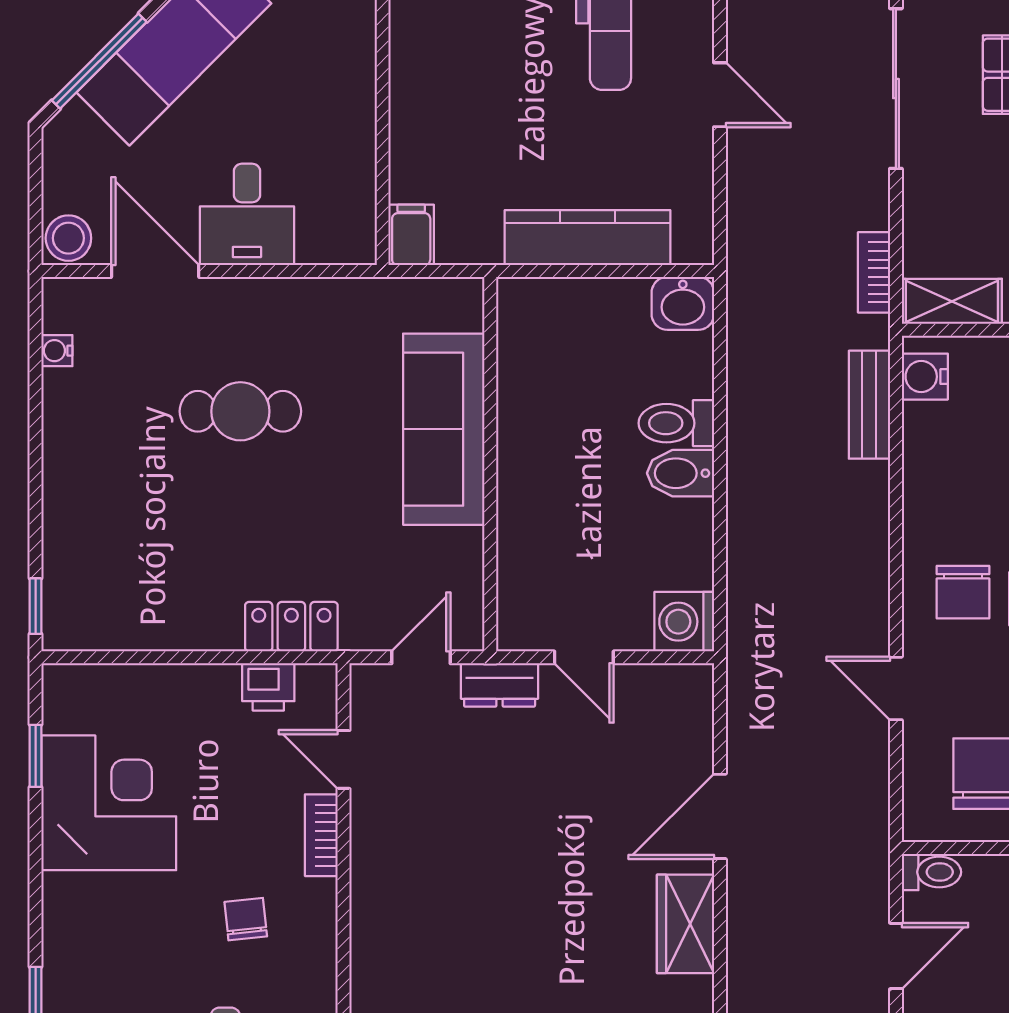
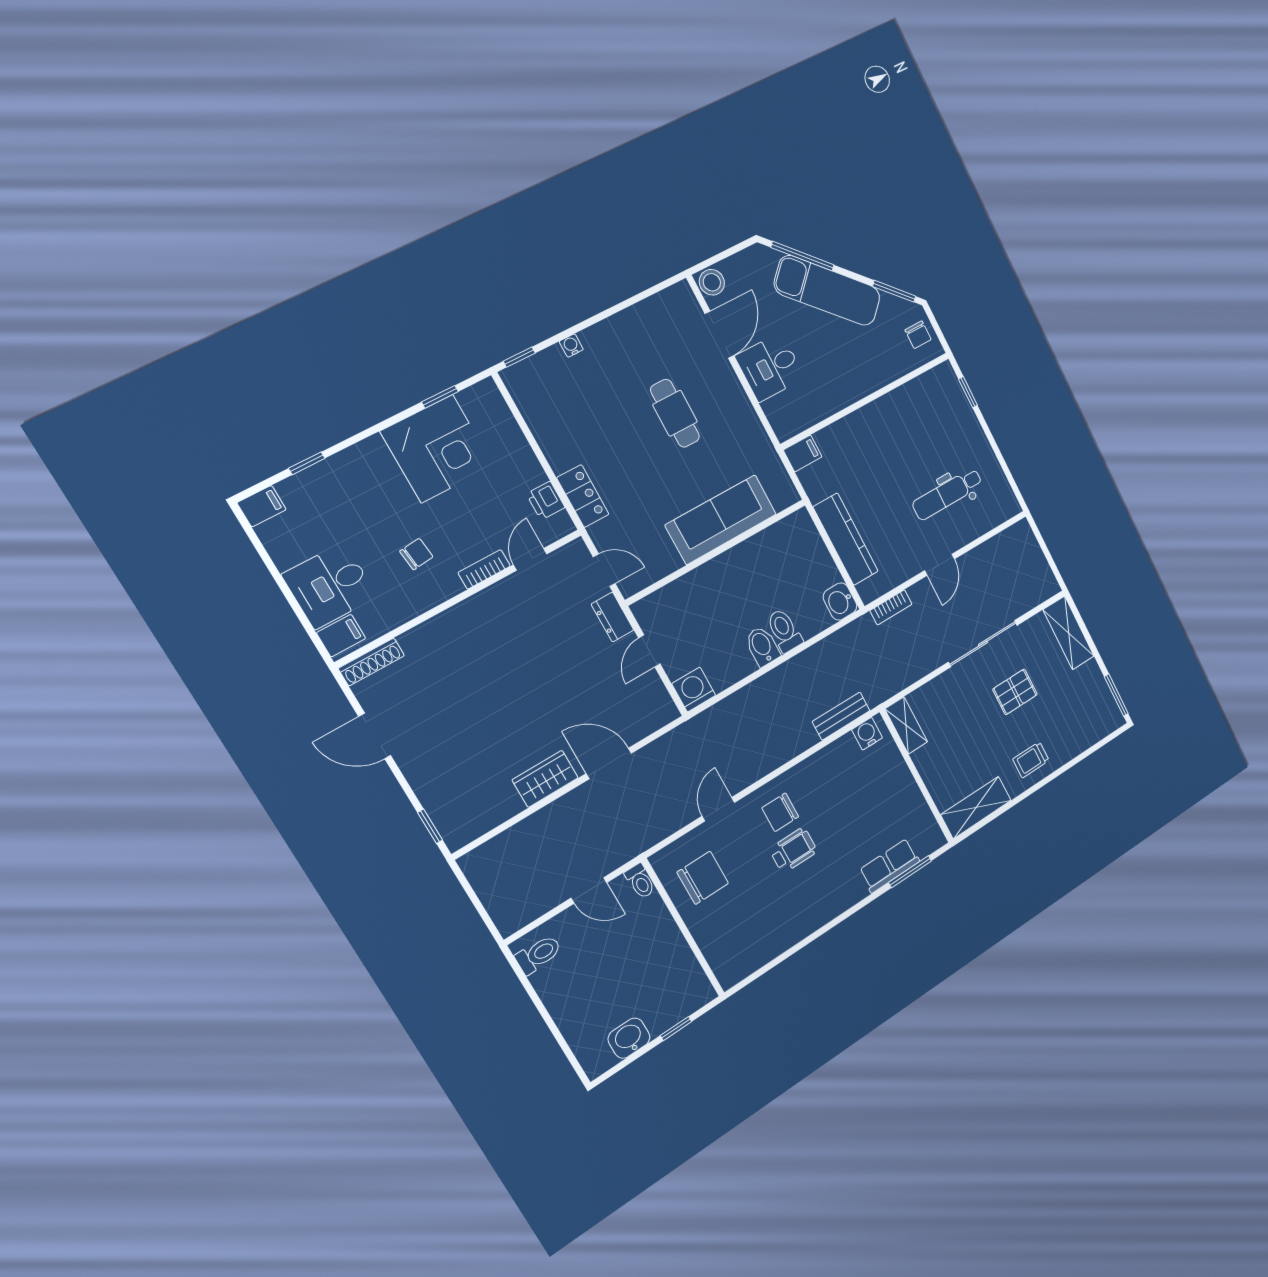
bookcase: (874, 272) -> (891, 607), moved, turned 180
water cooler: (57, 351) -> (571, 345), moved

